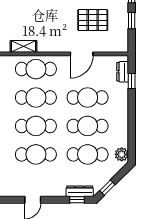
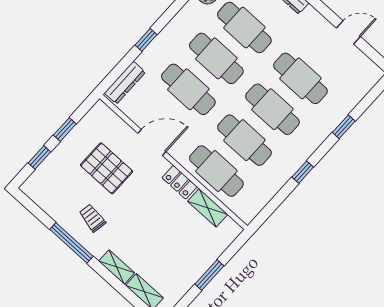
locker: (49, 46) -> (180, 182), added
dresser: (123, 72) -> (125, 83), width x1.44
window: (132, 81) -> (146, 40), moved

